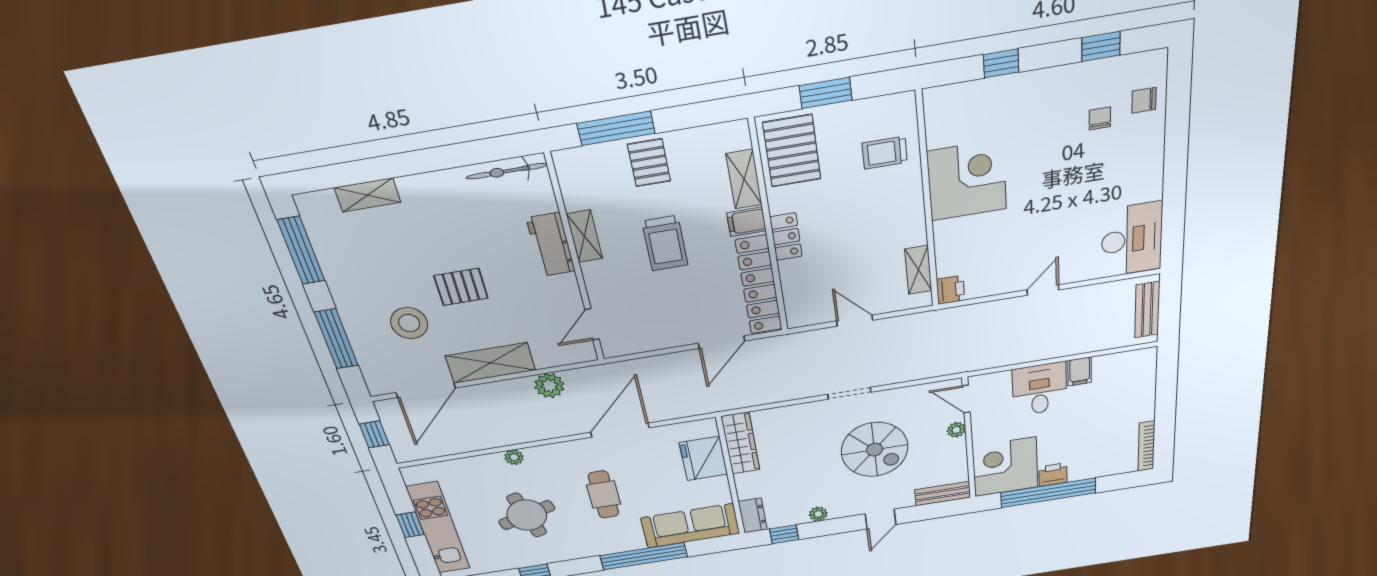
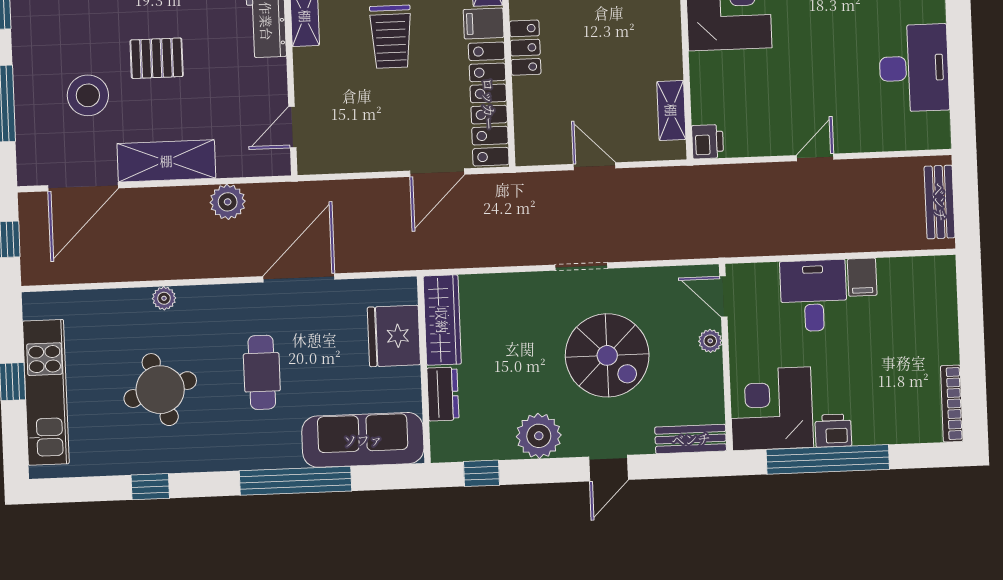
desk: (1132, 240) -> (914, 68), moved
plant: (818, 514) -> (539, 436), width x1.88, depth x1.88
dresser: (753, 515) -> (443, 394), moved

